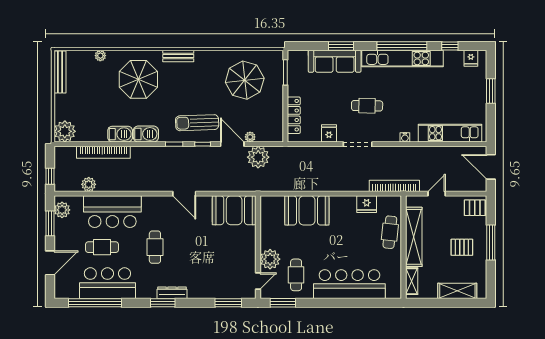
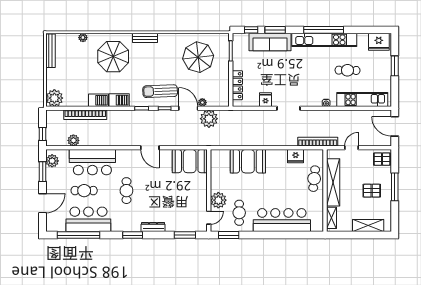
window: (450, 46) -> (251, 30), moved
fridge: (471, 58) -> (379, 42), width x1.88, depth x1.34
cafe table: (367, 106) -> (348, 70), moved
dresser: (172, 293) -> (153, 227), moved

